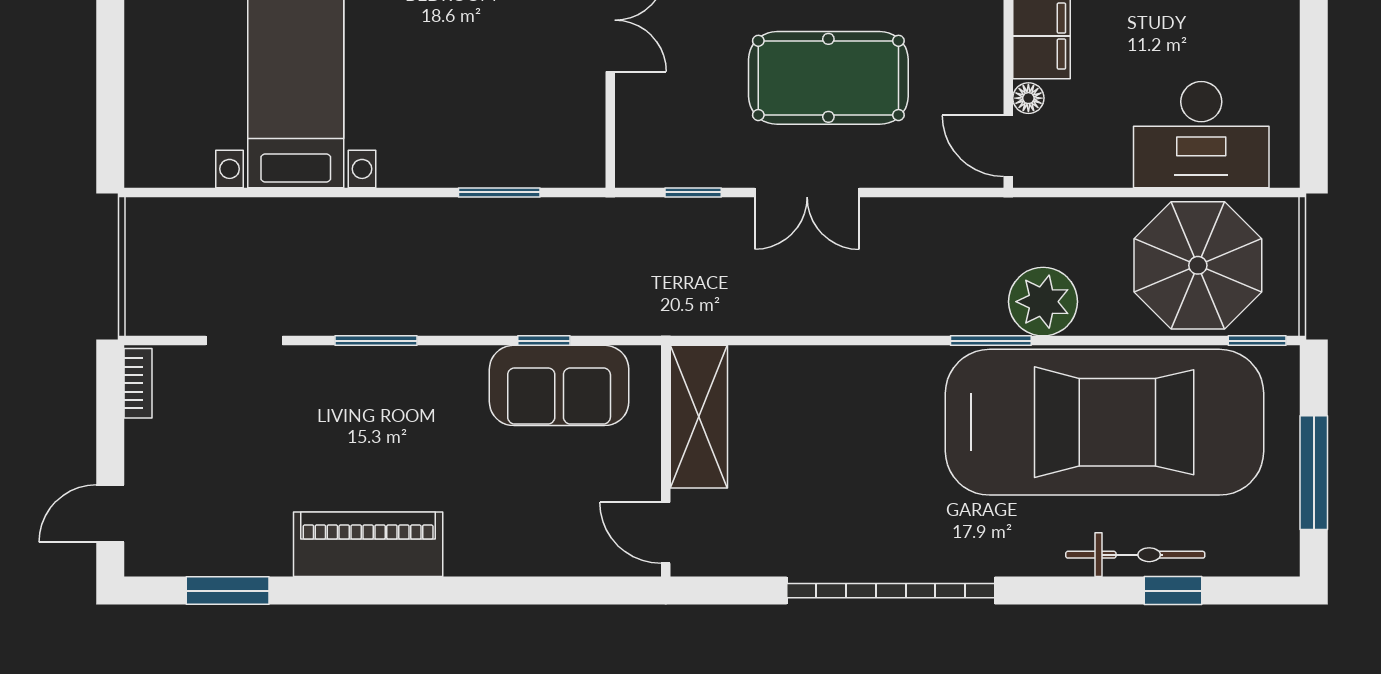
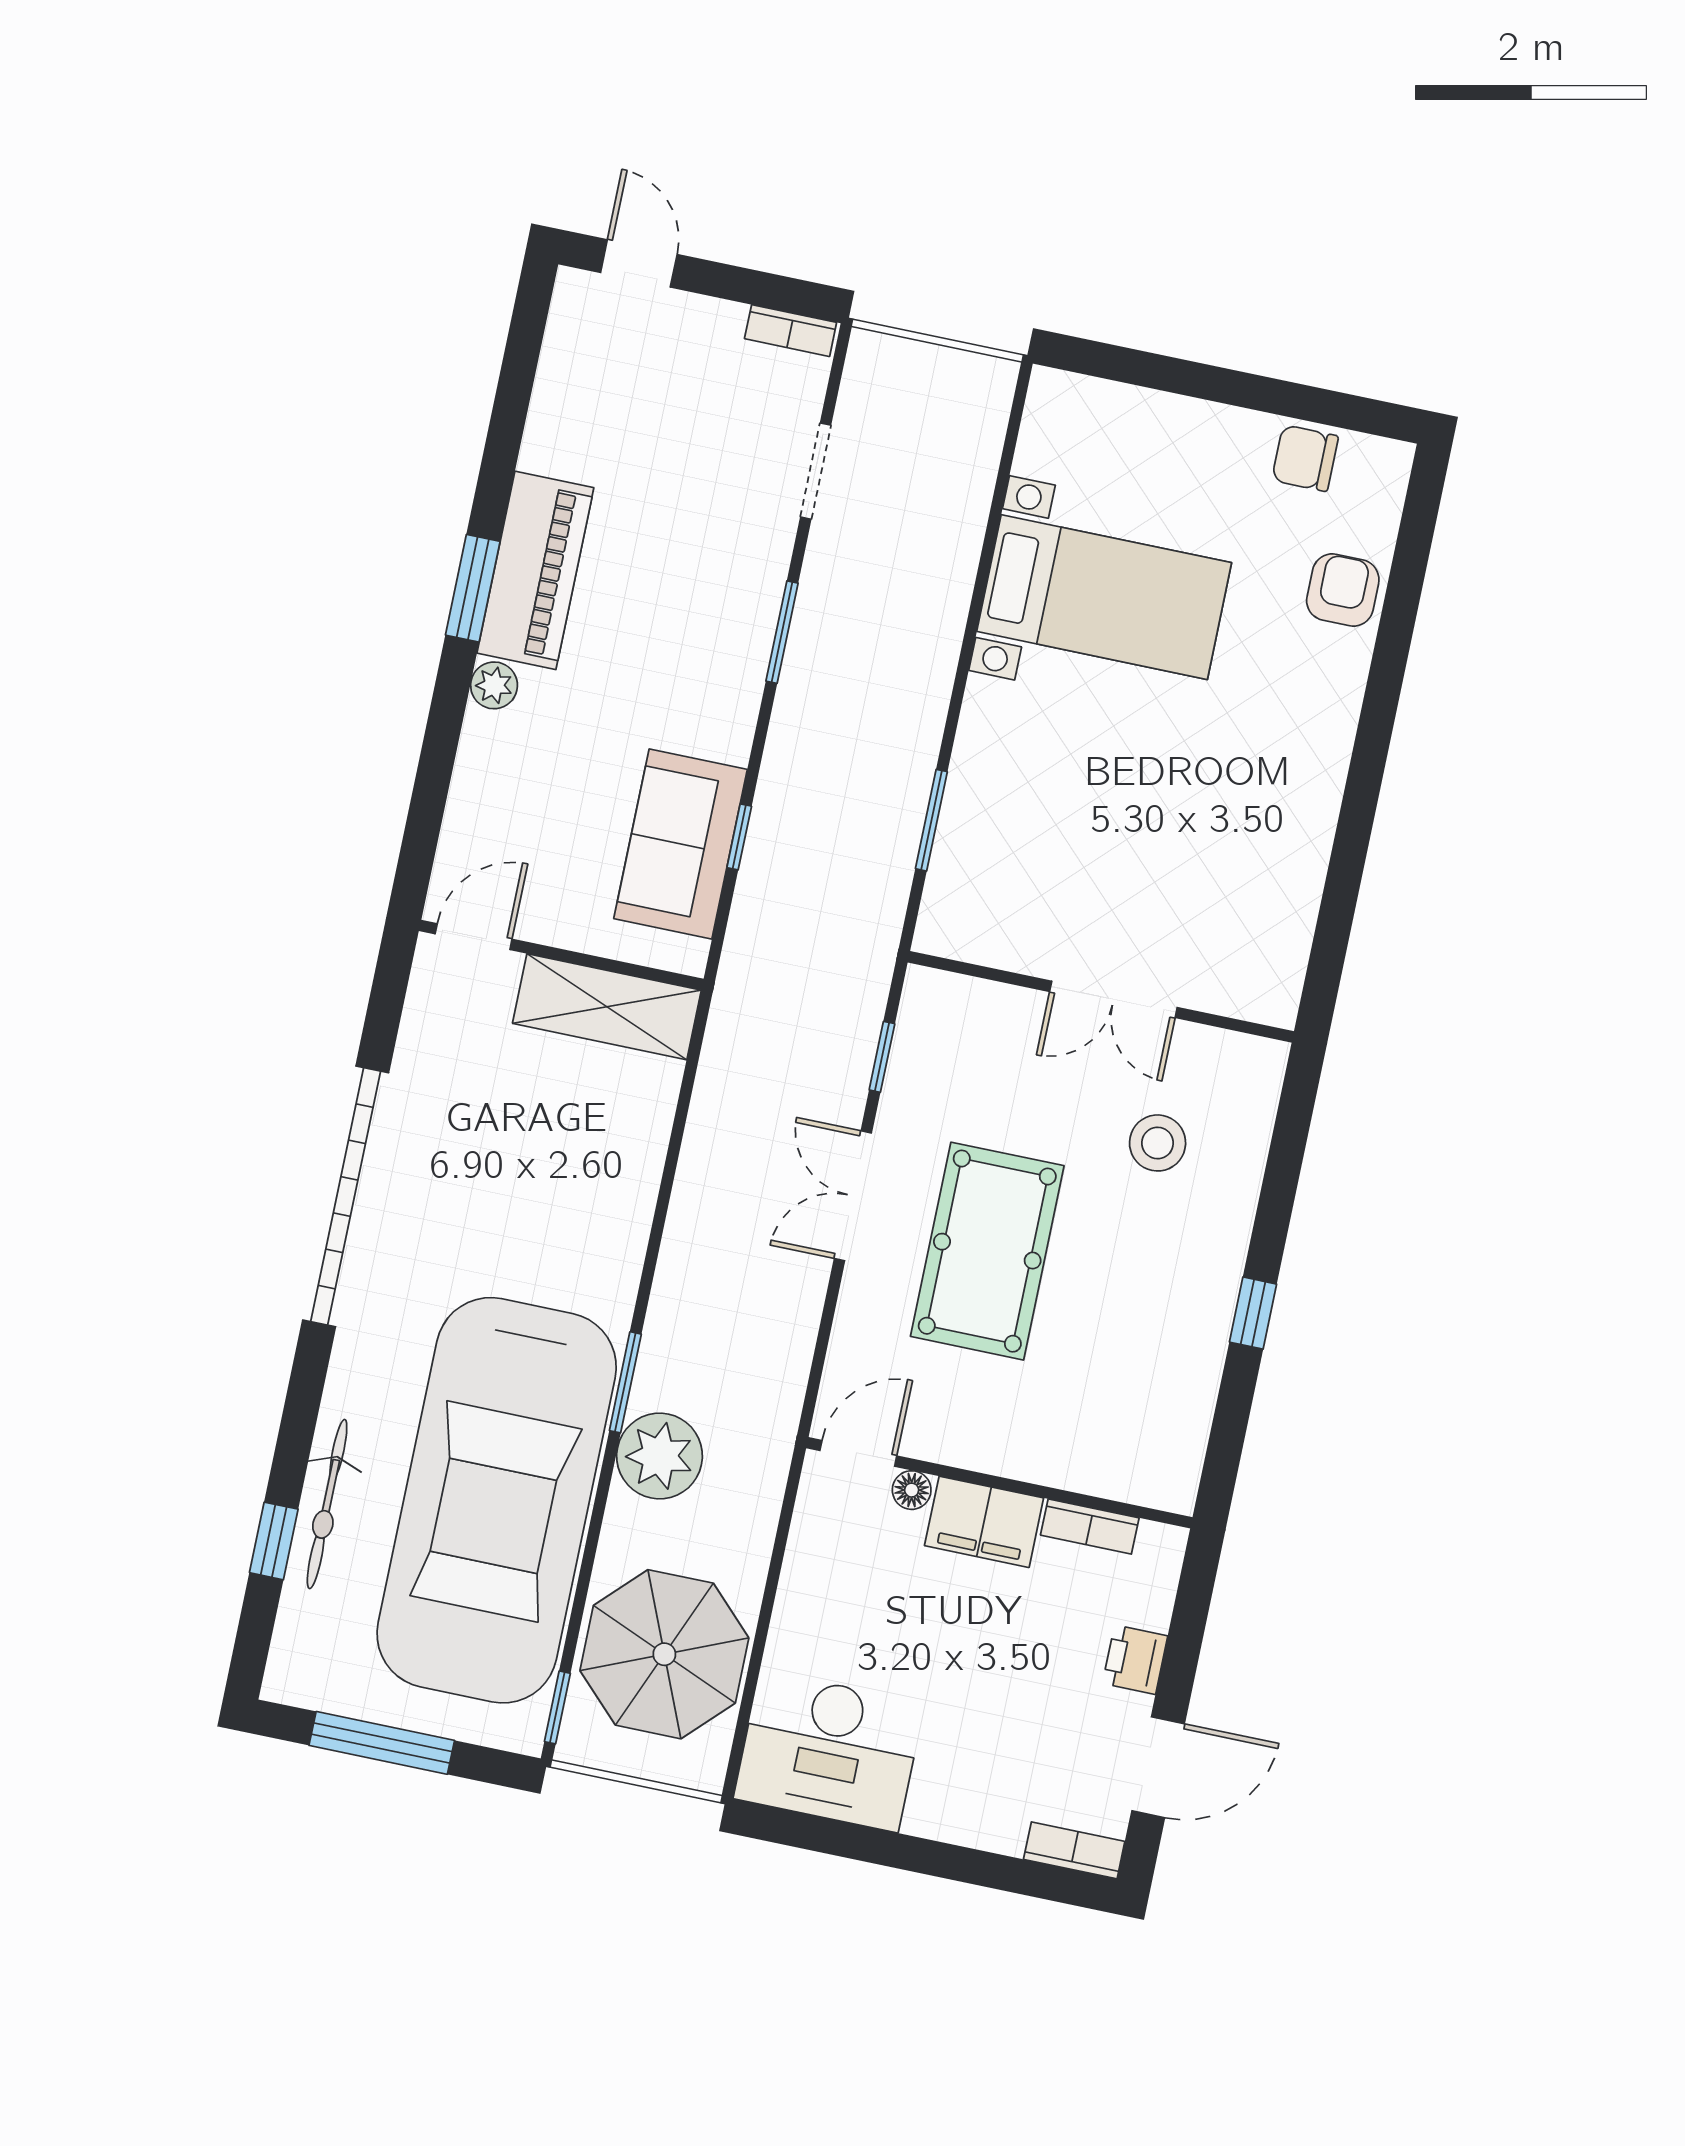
desk: (1201, 135) -> (829, 1751), moved, turned -90
plant: (465, 558) -> (494, 685), added
window: (228, 591) -> (473, 588), moved

